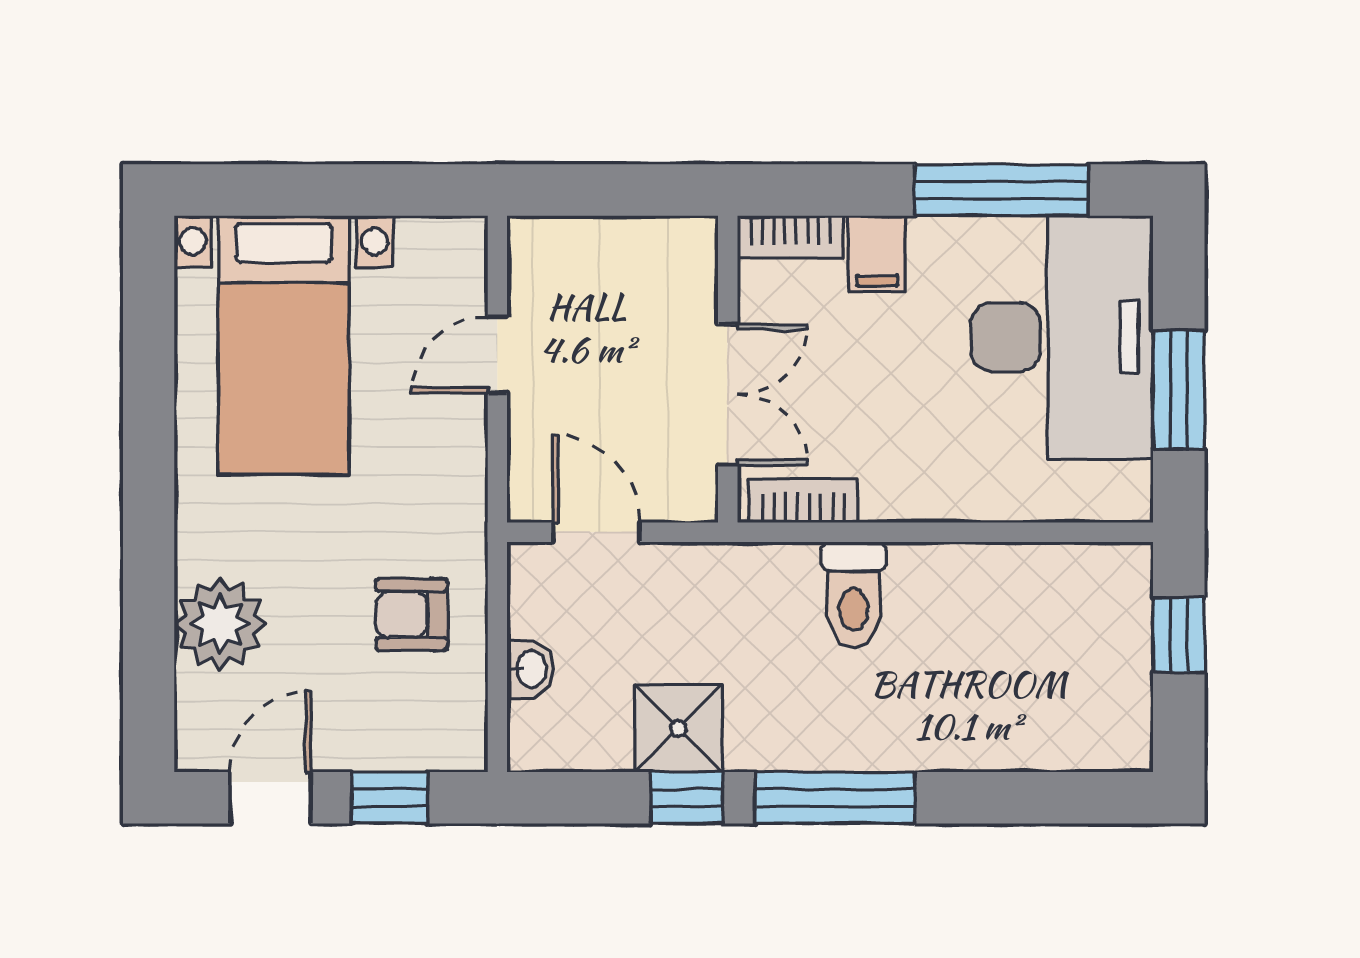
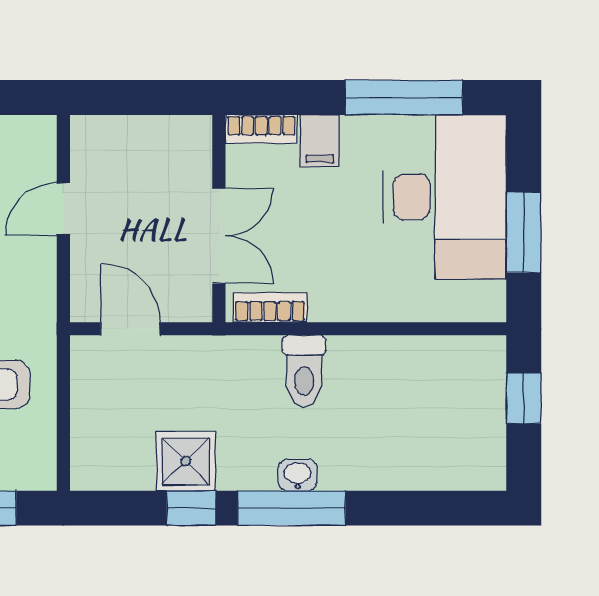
washbasin: (530, 669) -> (298, 475), moved, turned -90

